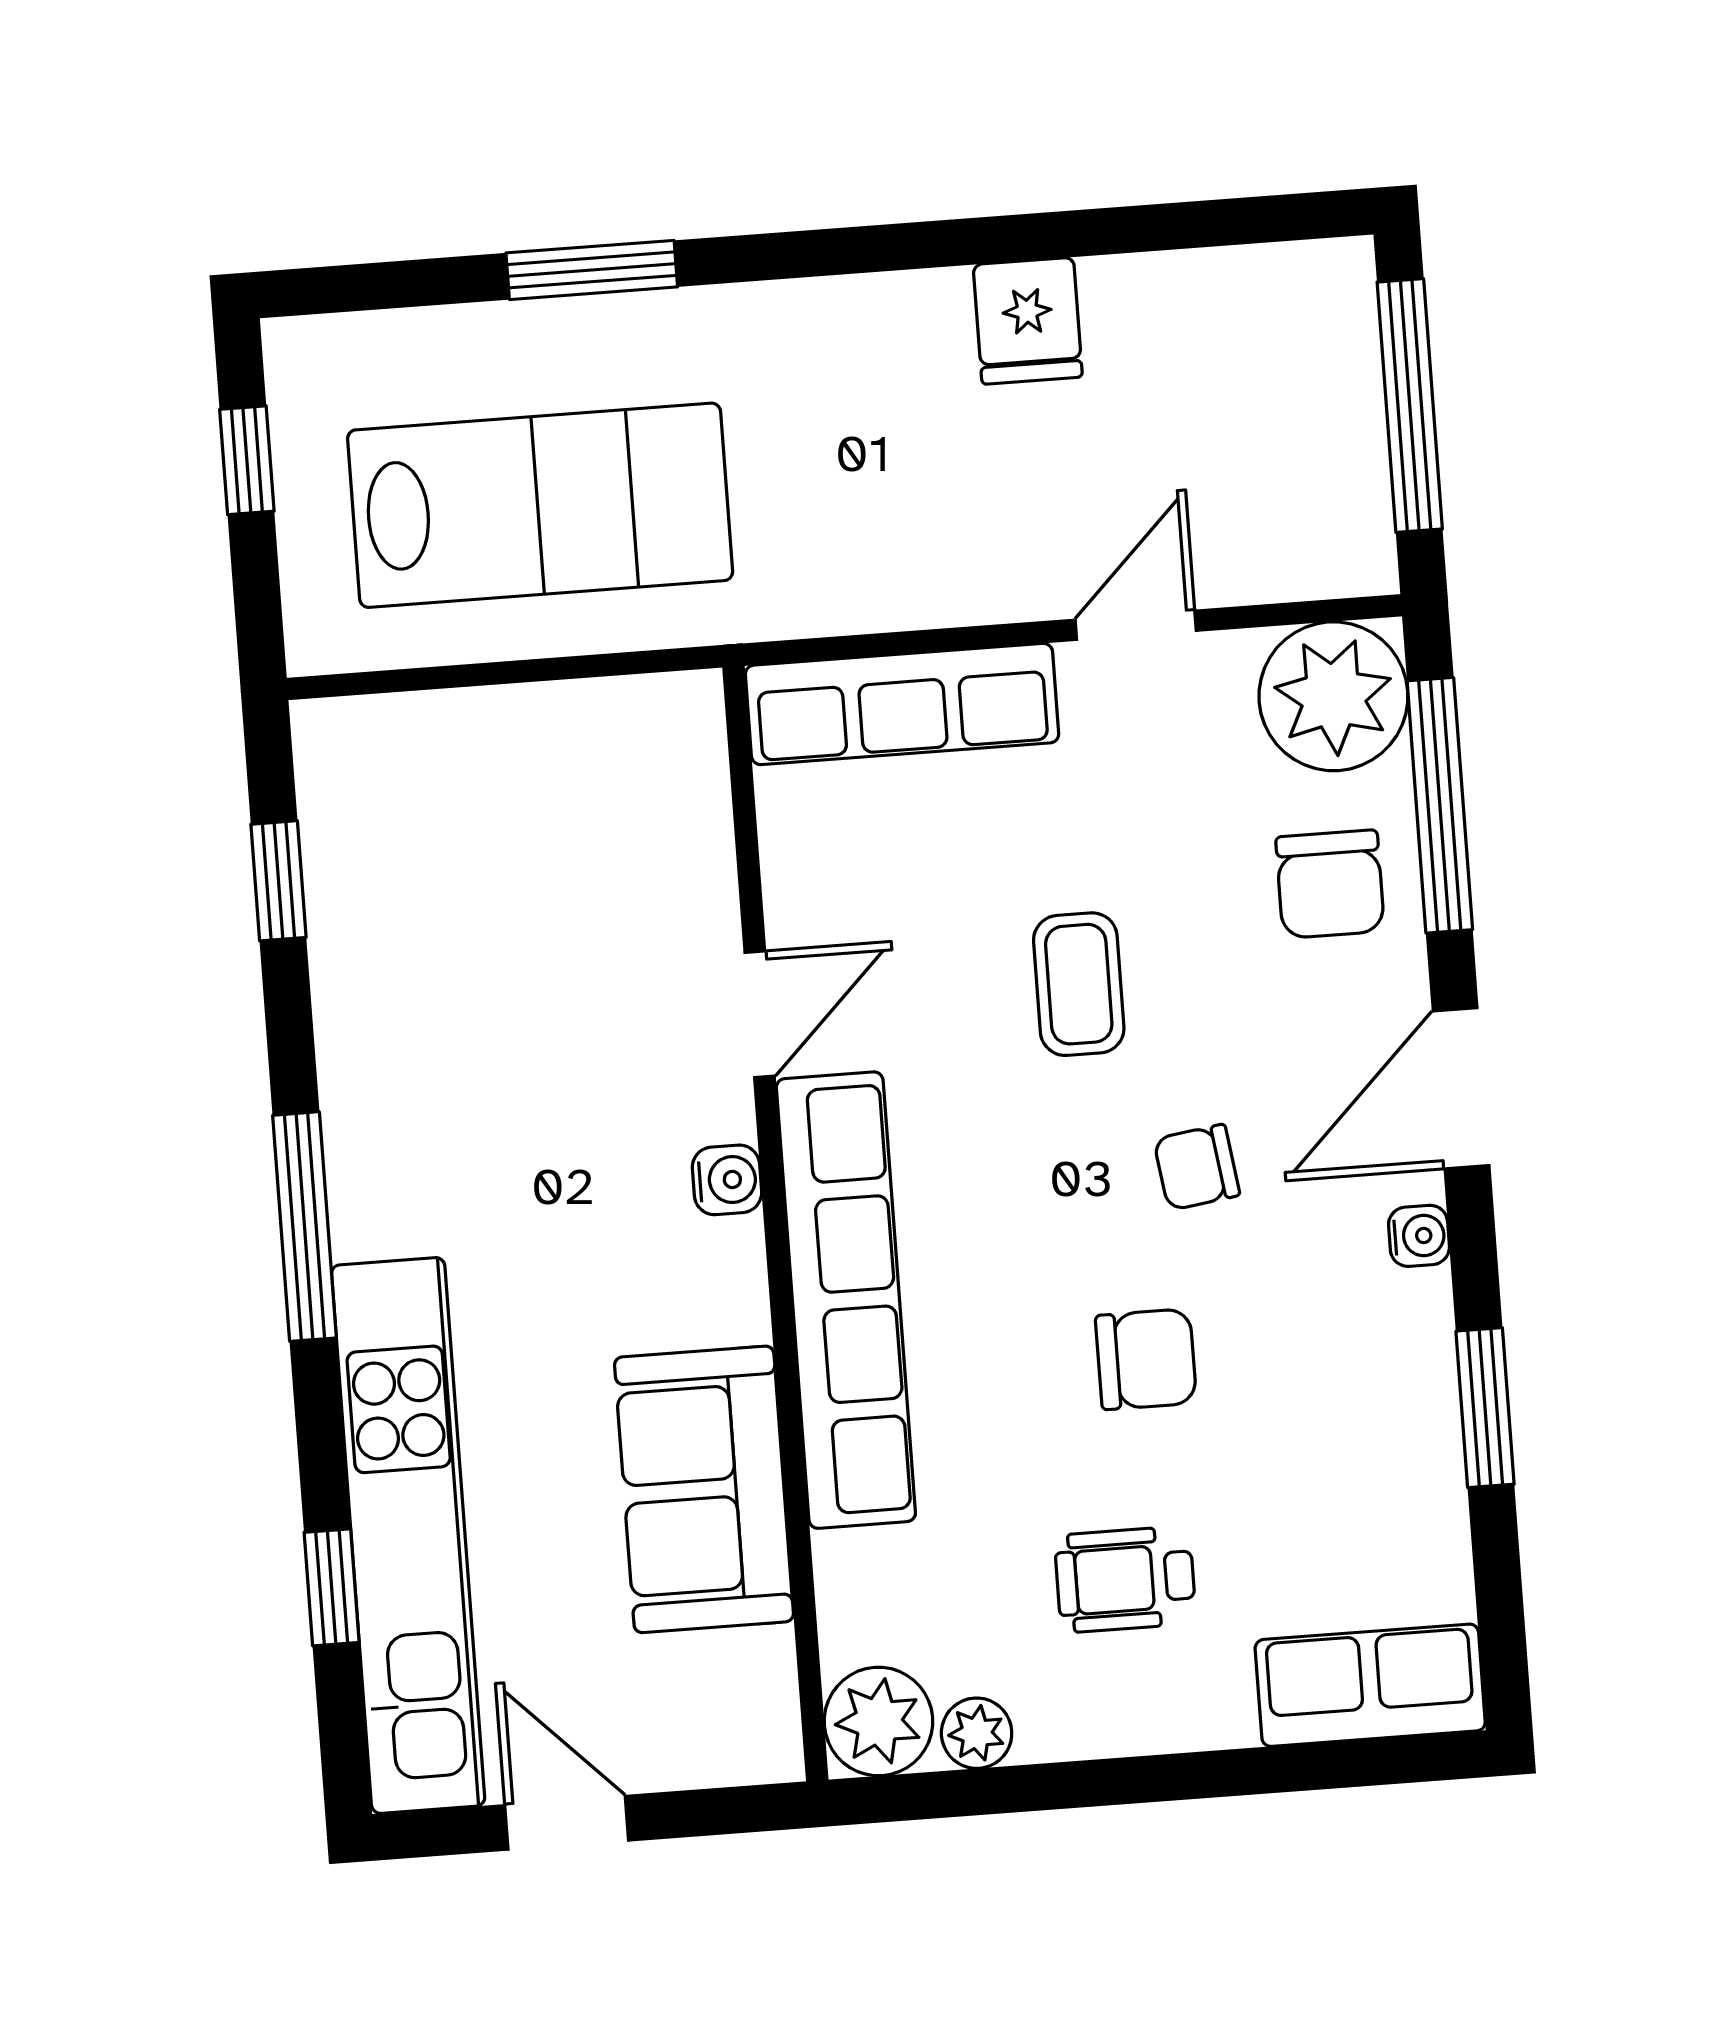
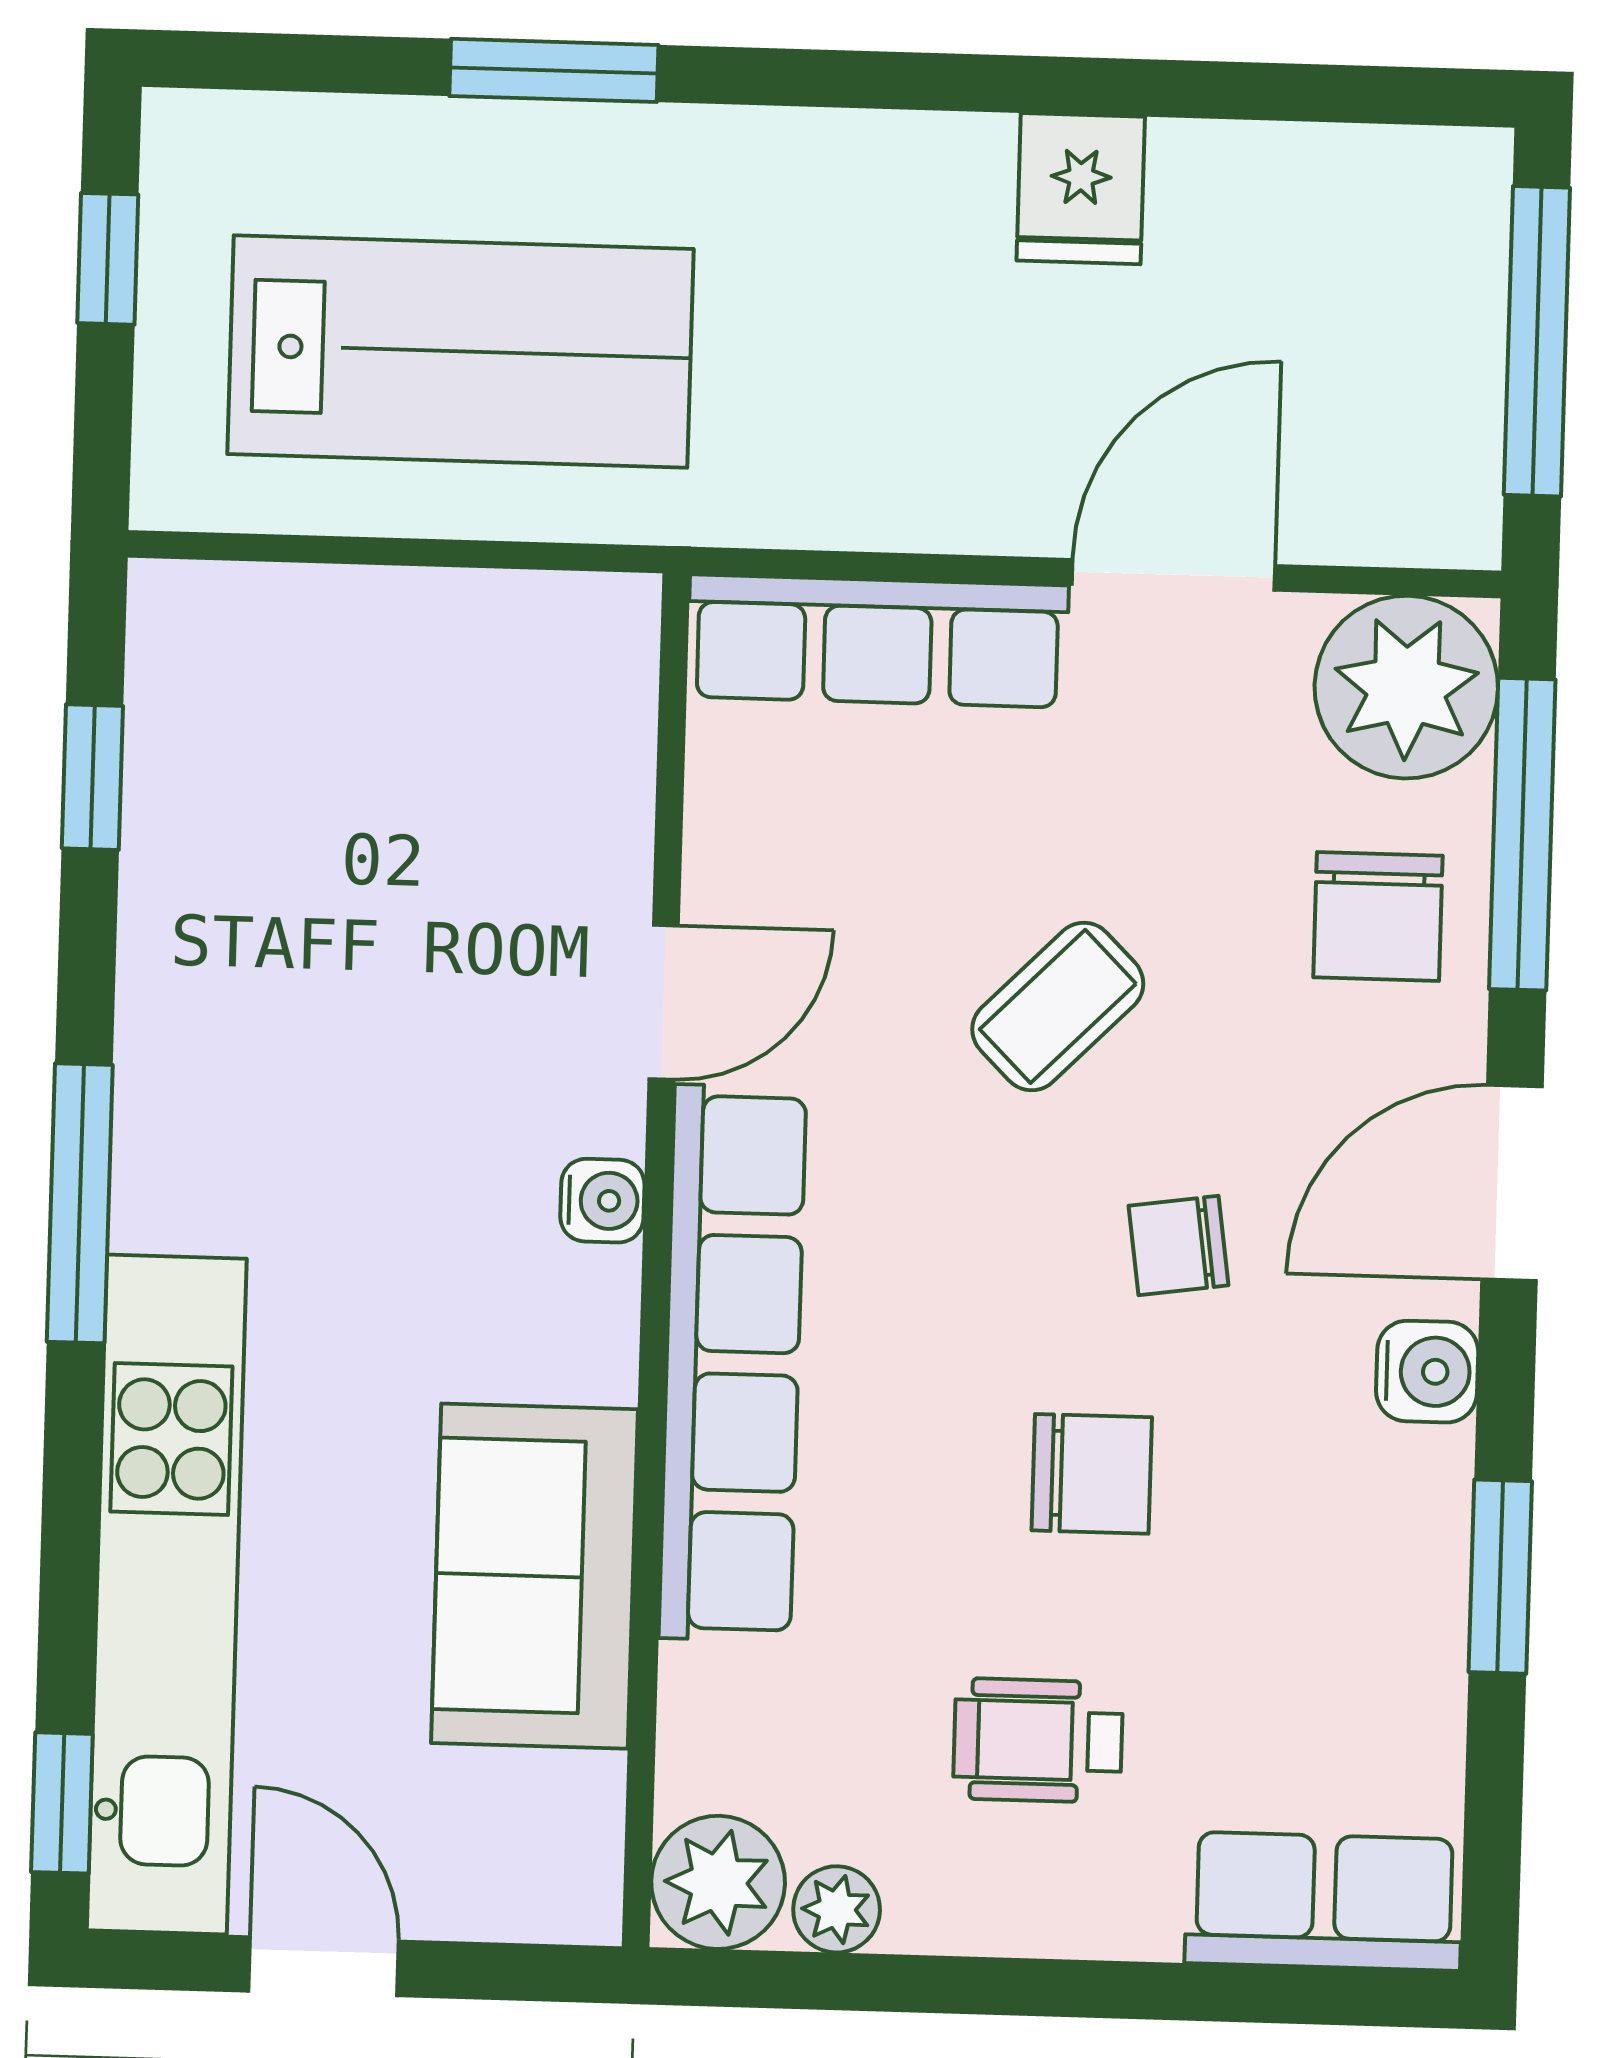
door: (1136, 625) -> (1174, 575), width x1.38
coffee table: (1079, 984) -> (1058, 1006), turned 45
water cooler: (1419, 1236) -> (1427, 1372), width x1.38, depth x1.38
window: (332, 1587) -> (62, 1803), moved

